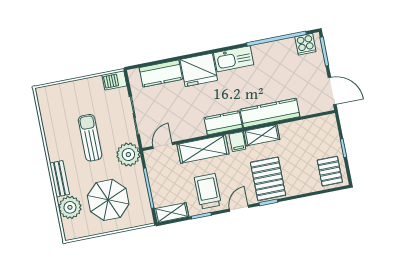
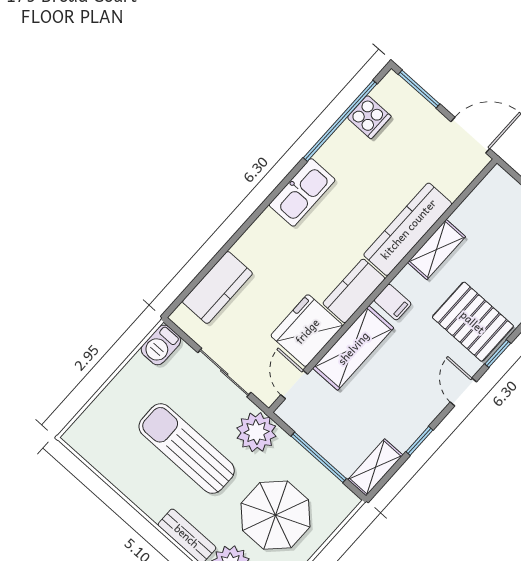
cooker: (305, 44) -> (369, 117), moved
fridge: (199, 70) -> (307, 331), moved, turned 180
shelving: (262, 135) -> (436, 250), moved
sun lounger: (90, 138) -> (187, 449), width x1.36, depth x1.34
trolley: (208, 191) -> (403, 401), removed

